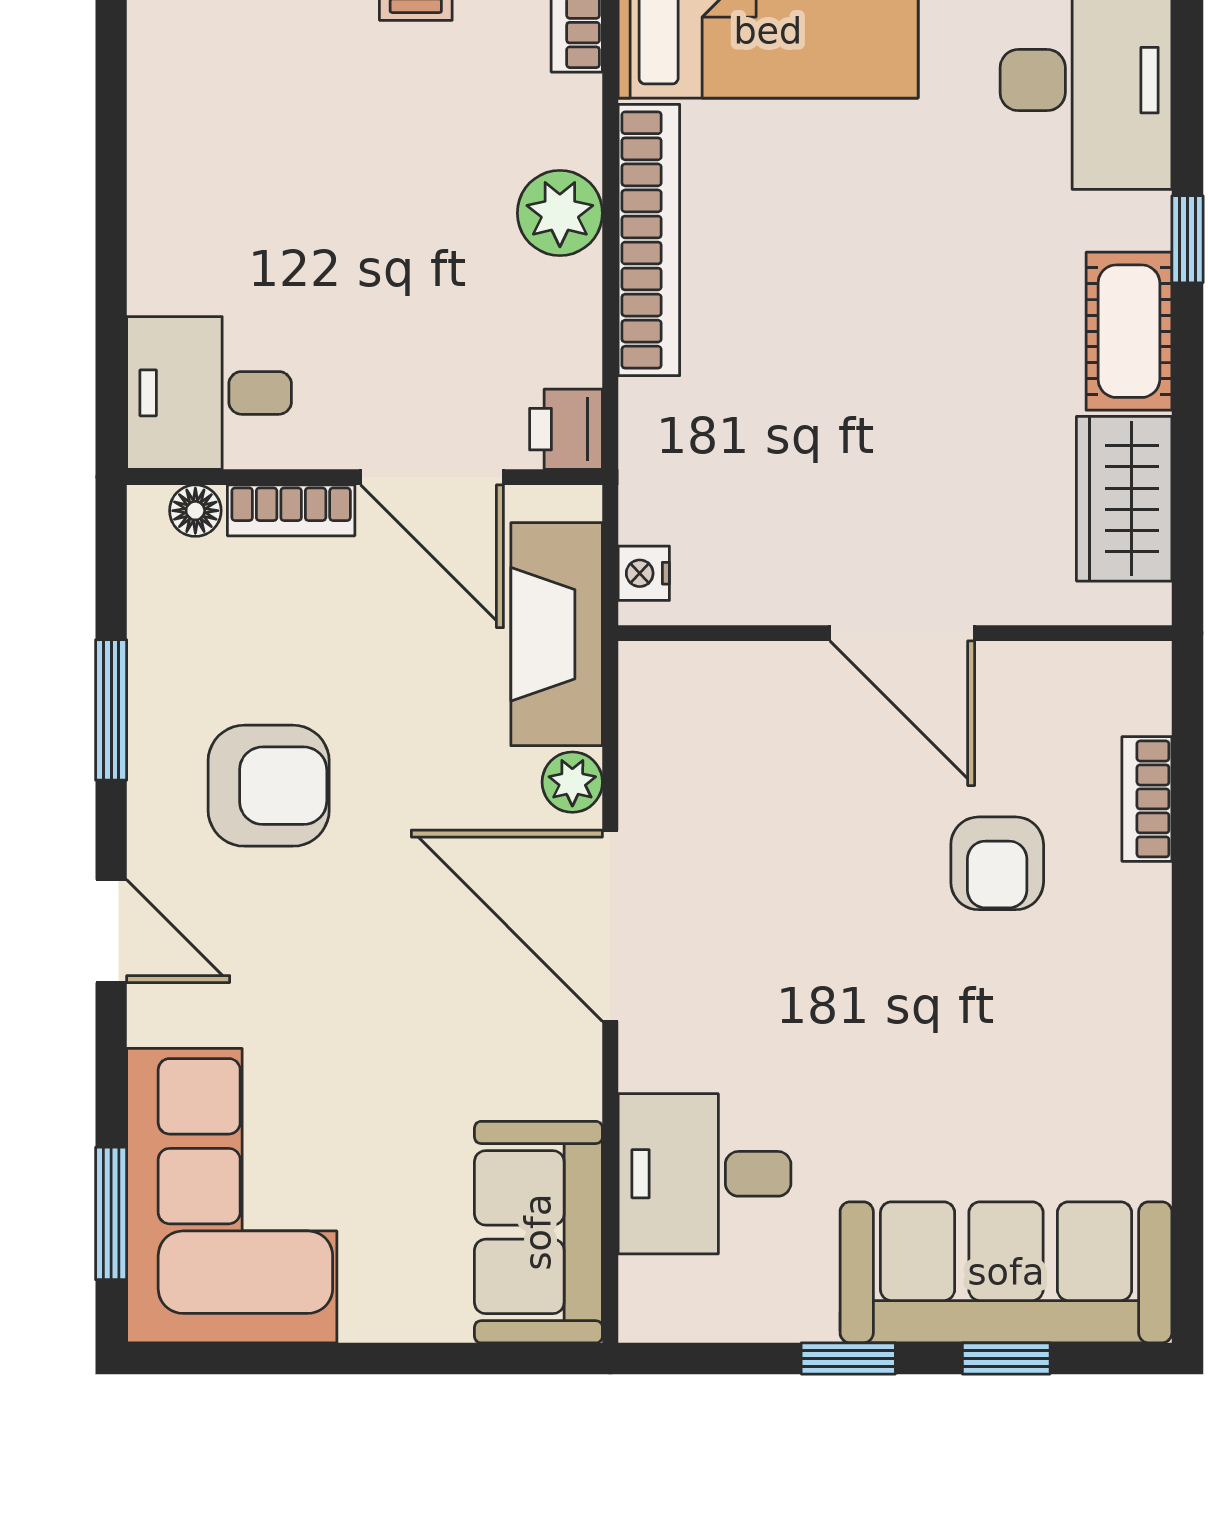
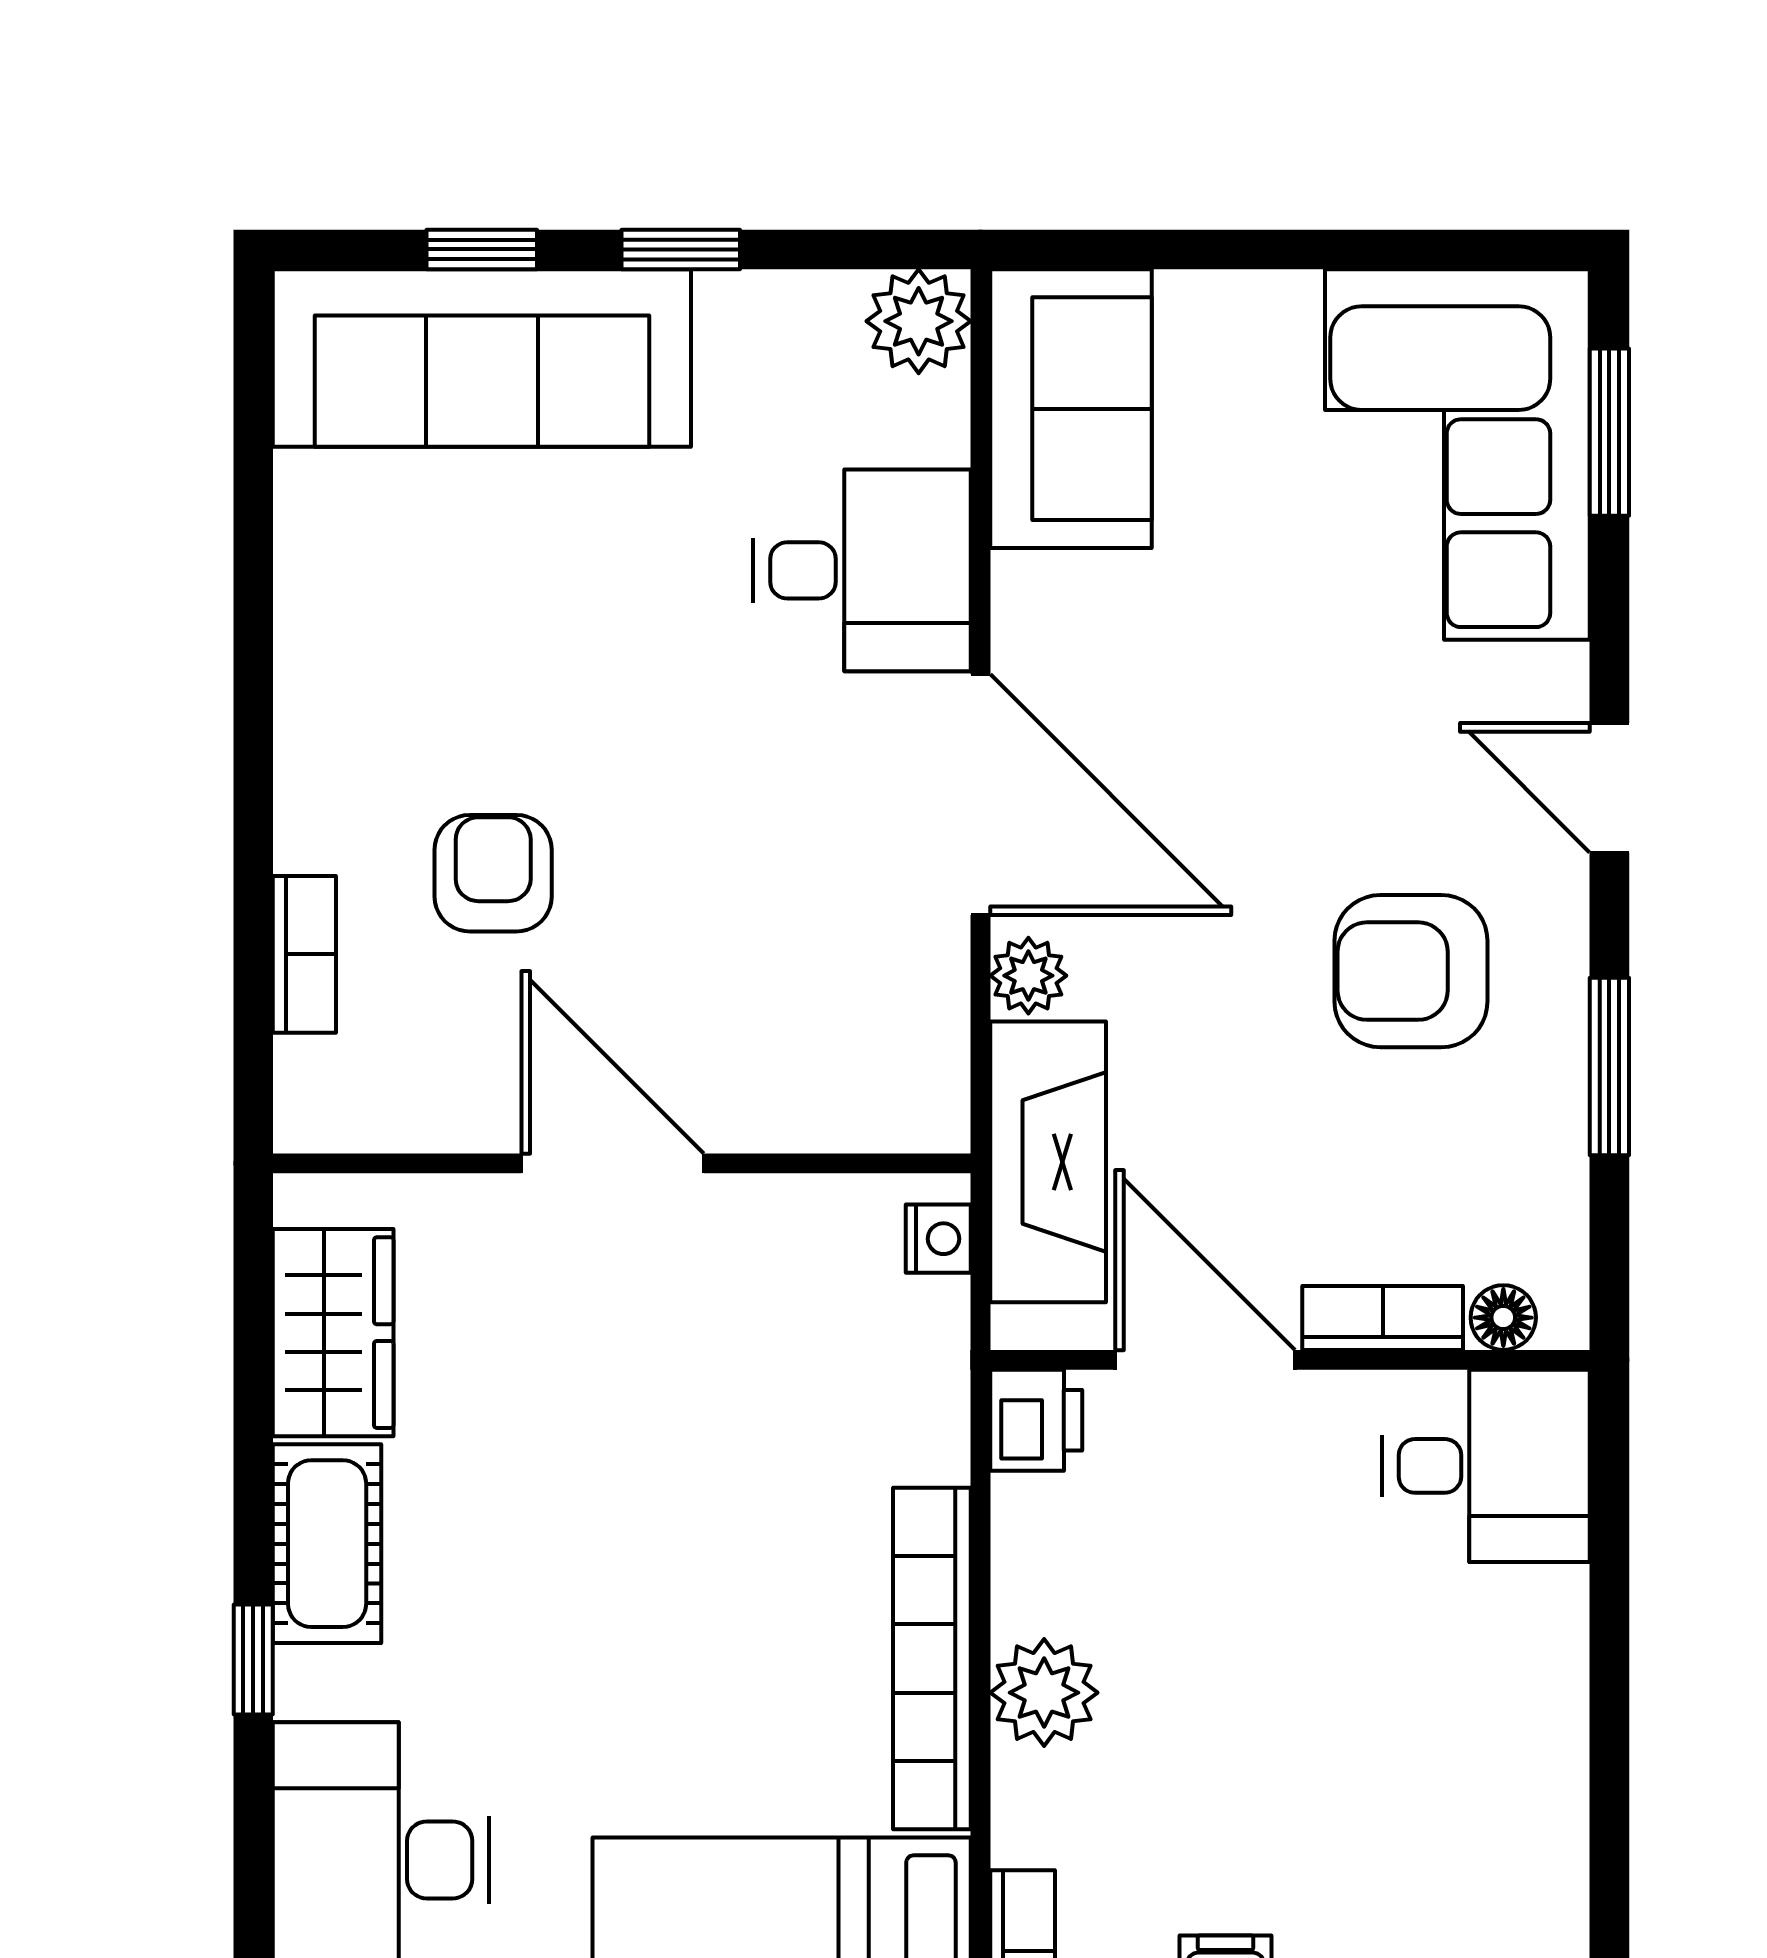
desk: (705, 1174) -> (862, 570), moved
plant: (659, 1302) -> (919, 321), added

